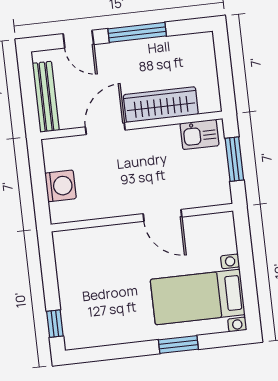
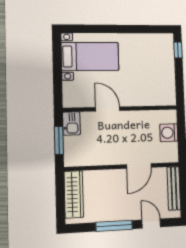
wardrobe: (161, 105) -> (74, 194), moved, turned -90
kitchen sink: (199, 134) -> (71, 123), moved, turned 90
window: (178, 345) -> (105, 29), removed

